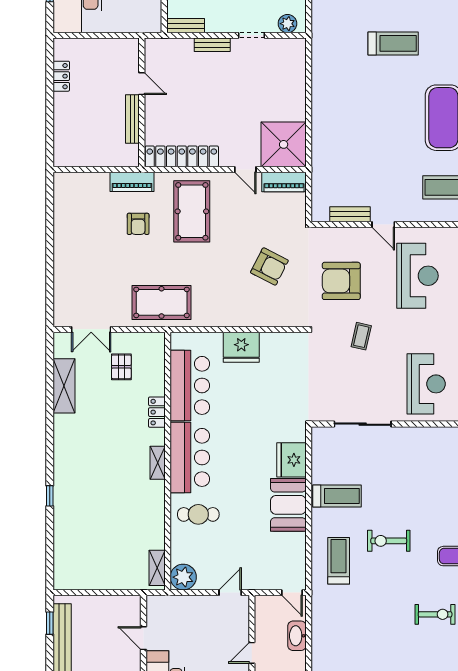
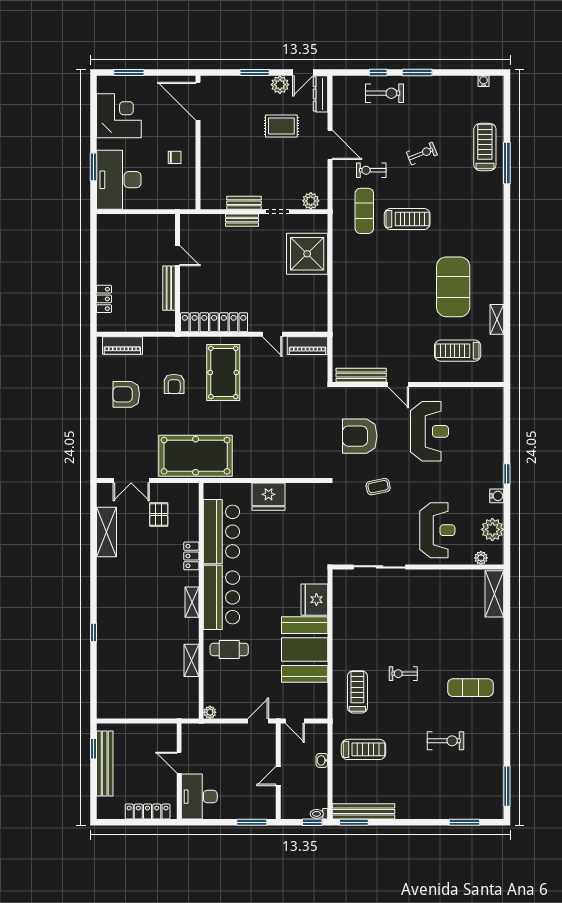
bench: (186, 26) -> (244, 203), moved
exercise mat: (346, 35) -> (364, 211), added
locker: (61, 76) -> (104, 299), moved
shower: (284, 144) -> (307, 254), moved
piano: (132, 182) -> (122, 346), moved
bench: (350, 214) -> (361, 375), width x1.36
armchair: (269, 266) -> (126, 394), moved, turned 153
pool table: (162, 302) -> (196, 456), width x1.36, depth x1.32
coffee table: (361, 336) -> (378, 487), turned 65
treadmill: (337, 496) -> (364, 749), moved
booth: (288, 505) -> (305, 649), width x1.36, depth x1.42
exercise bike: (389, 541) -> (403, 674), width x0.73, depth x0.72
shelving: (157, 568) -> (191, 660), moved
plant: (183, 577) -> (210, 712), width x0.53, depth x0.53
door: (292, 593) -> (295, 721), moved
washbasin: (297, 636) -> (322, 760), width x0.52, depth x0.69

